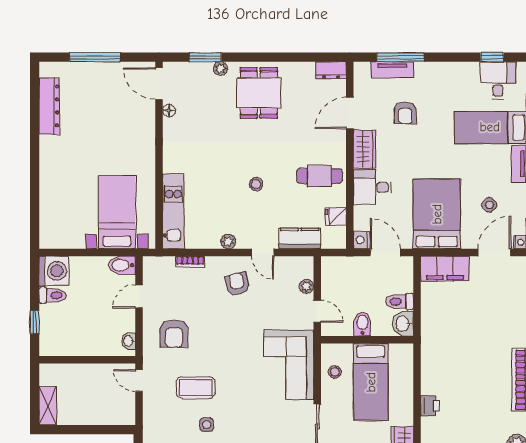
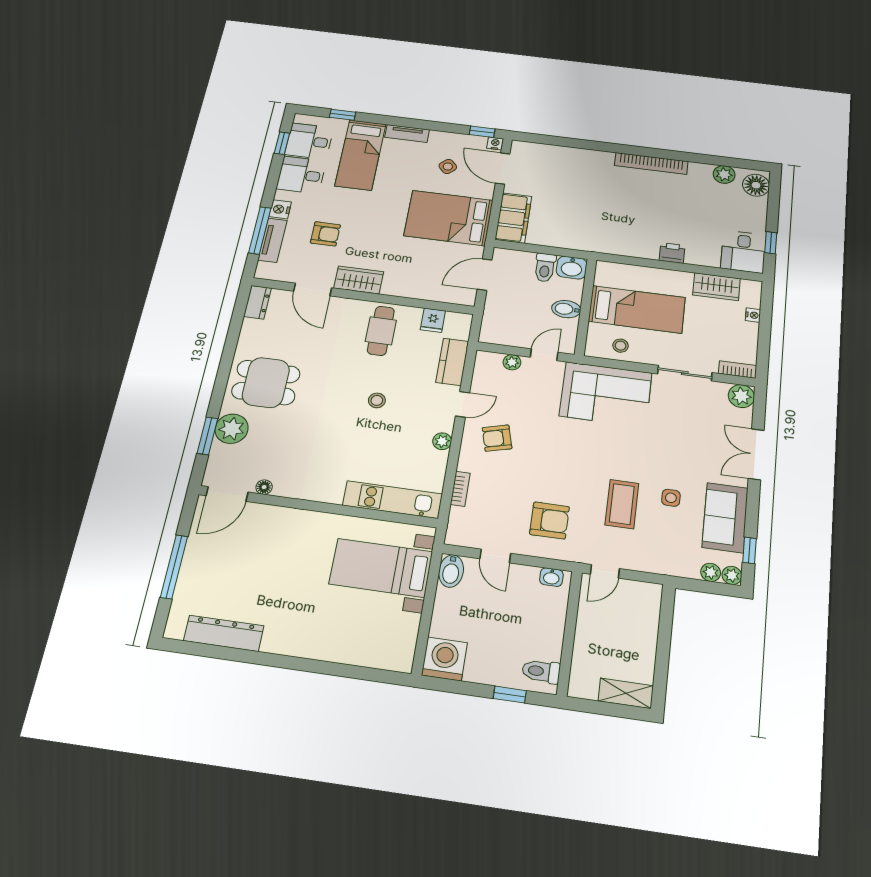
plant: (220, 69) -> (232, 429), width x1.88, depth x1.88
desk: (372, 187) -> (301, 175), moved, turned 90
nightstand: (362, 240) -> (280, 209), moved, turned 90
toilet: (53, 295) -> (541, 671), moved, turned -90

